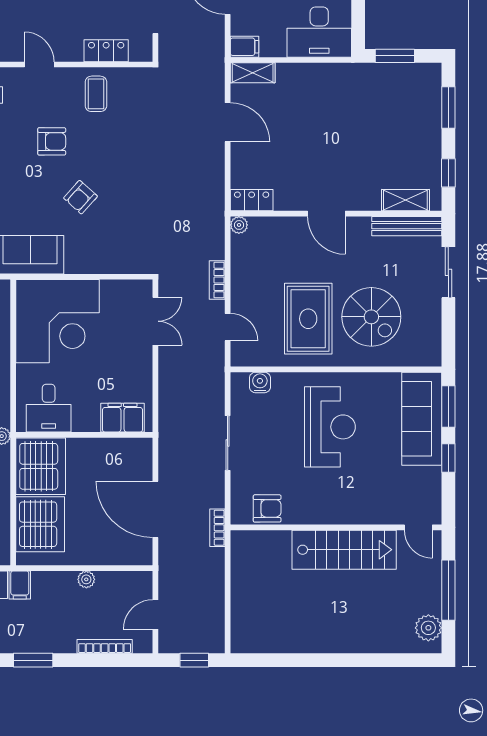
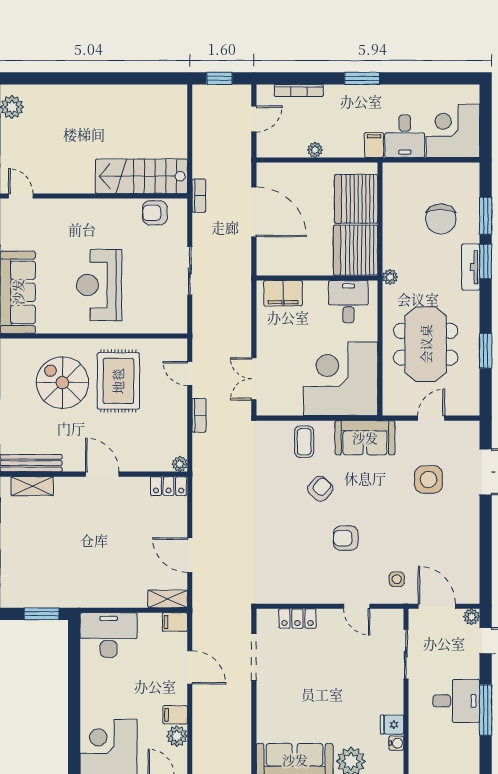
coffee table: (96, 94) -> (304, 442), moved
water cooler: (260, 382) -> (161, 324), removed
stairs: (344, 550) -> (141, 176), moved

